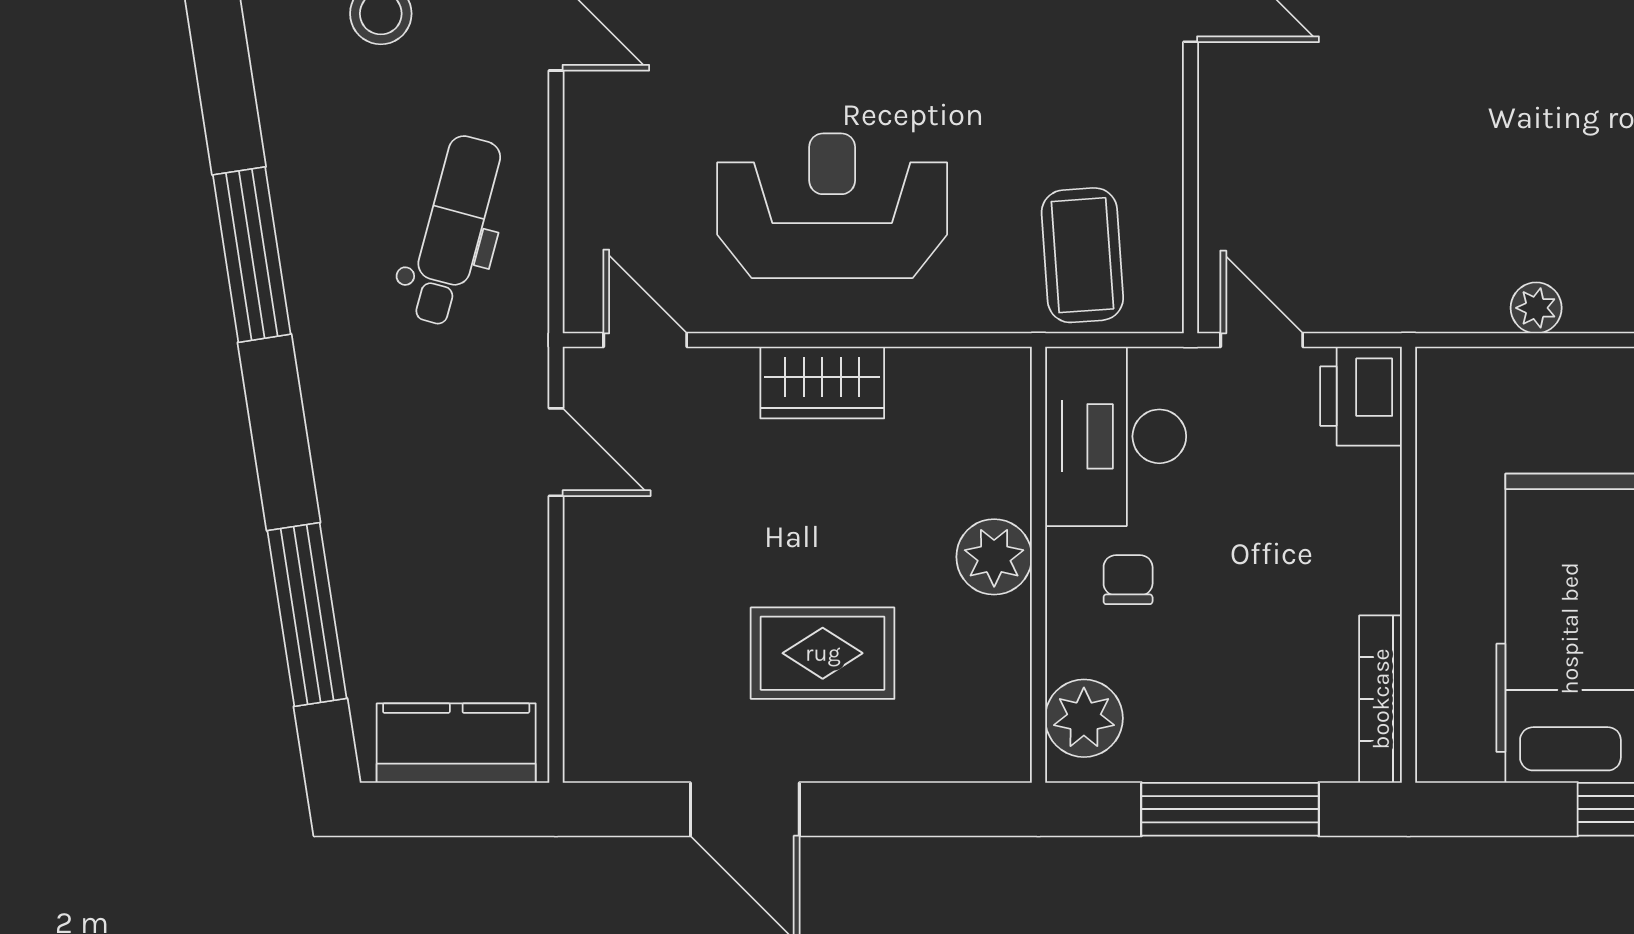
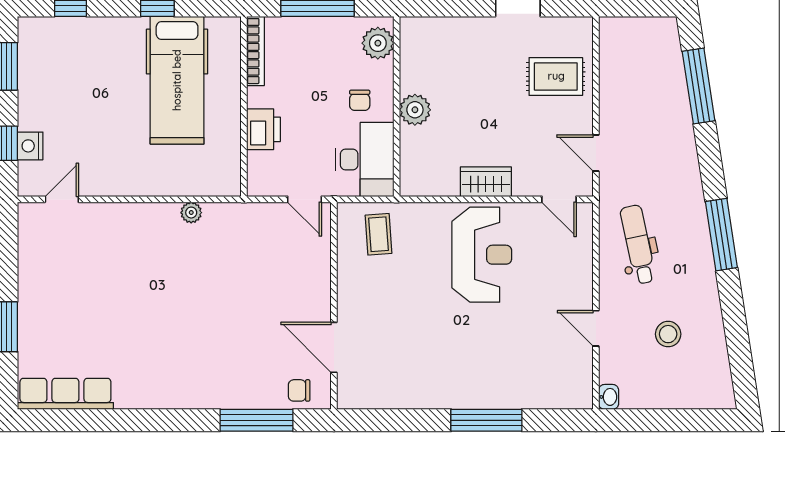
reception desk: (832, 206) -> (482, 255), turned -90
dental chair: (454, 230) -> (638, 244), turned 153
coffee table: (1082, 255) -> (379, 234), width x0.73, depth x0.77
printer: (1361, 396) -> (263, 129), moved
rug: (823, 653) -> (556, 76), moved
kitchen counter: (456, 743) -> (637, 33), removed

